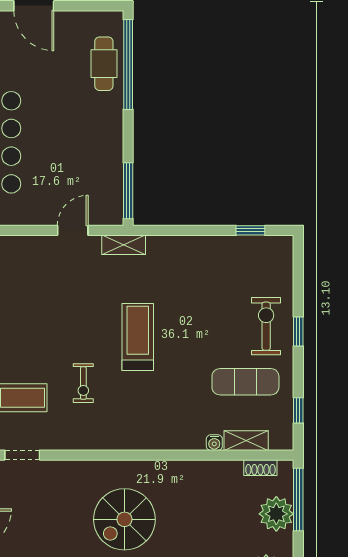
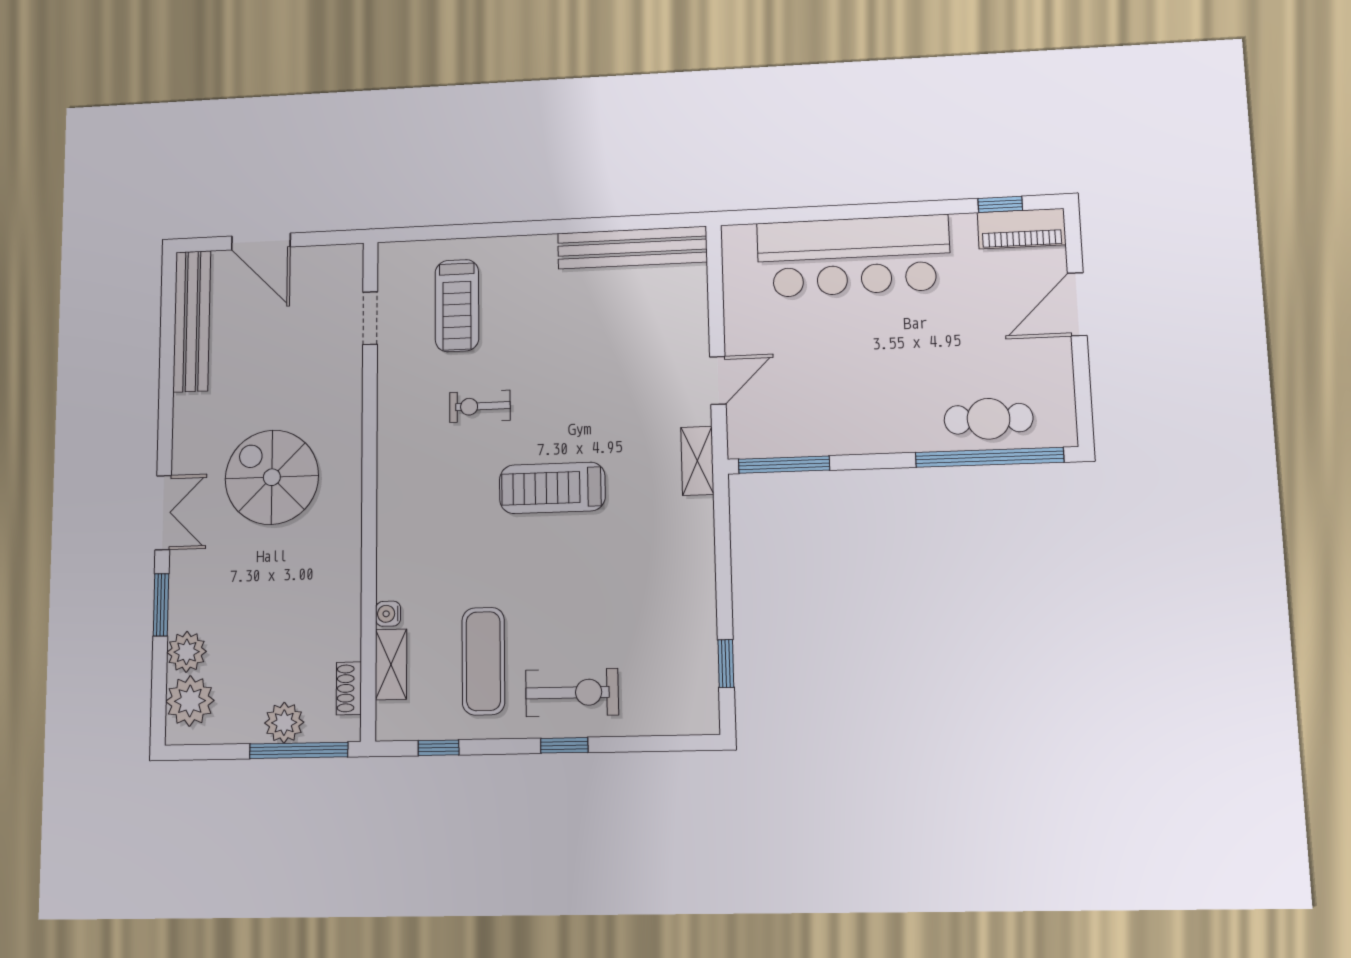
door: (73, 230) -> (718, 380), hinge flipped
treadmill: (138, 337) -> (552, 488), turned 180
plant: (276, 514) -> (284, 723), width x0.73, depth x0.73

